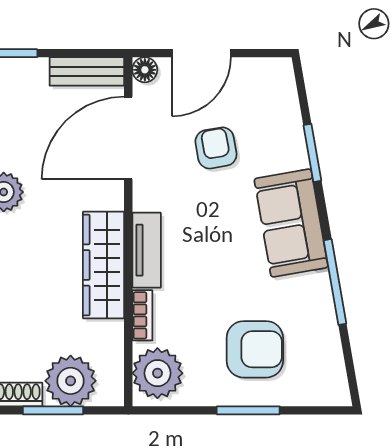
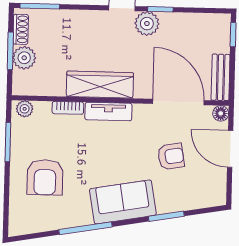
plant: (157, 373) -> (25, 109), width x0.53, depth x0.53
plant: (71, 381) -> (24, 58), width x0.73, depth x0.73
window: (248, 410) -> (8, 142), moved

